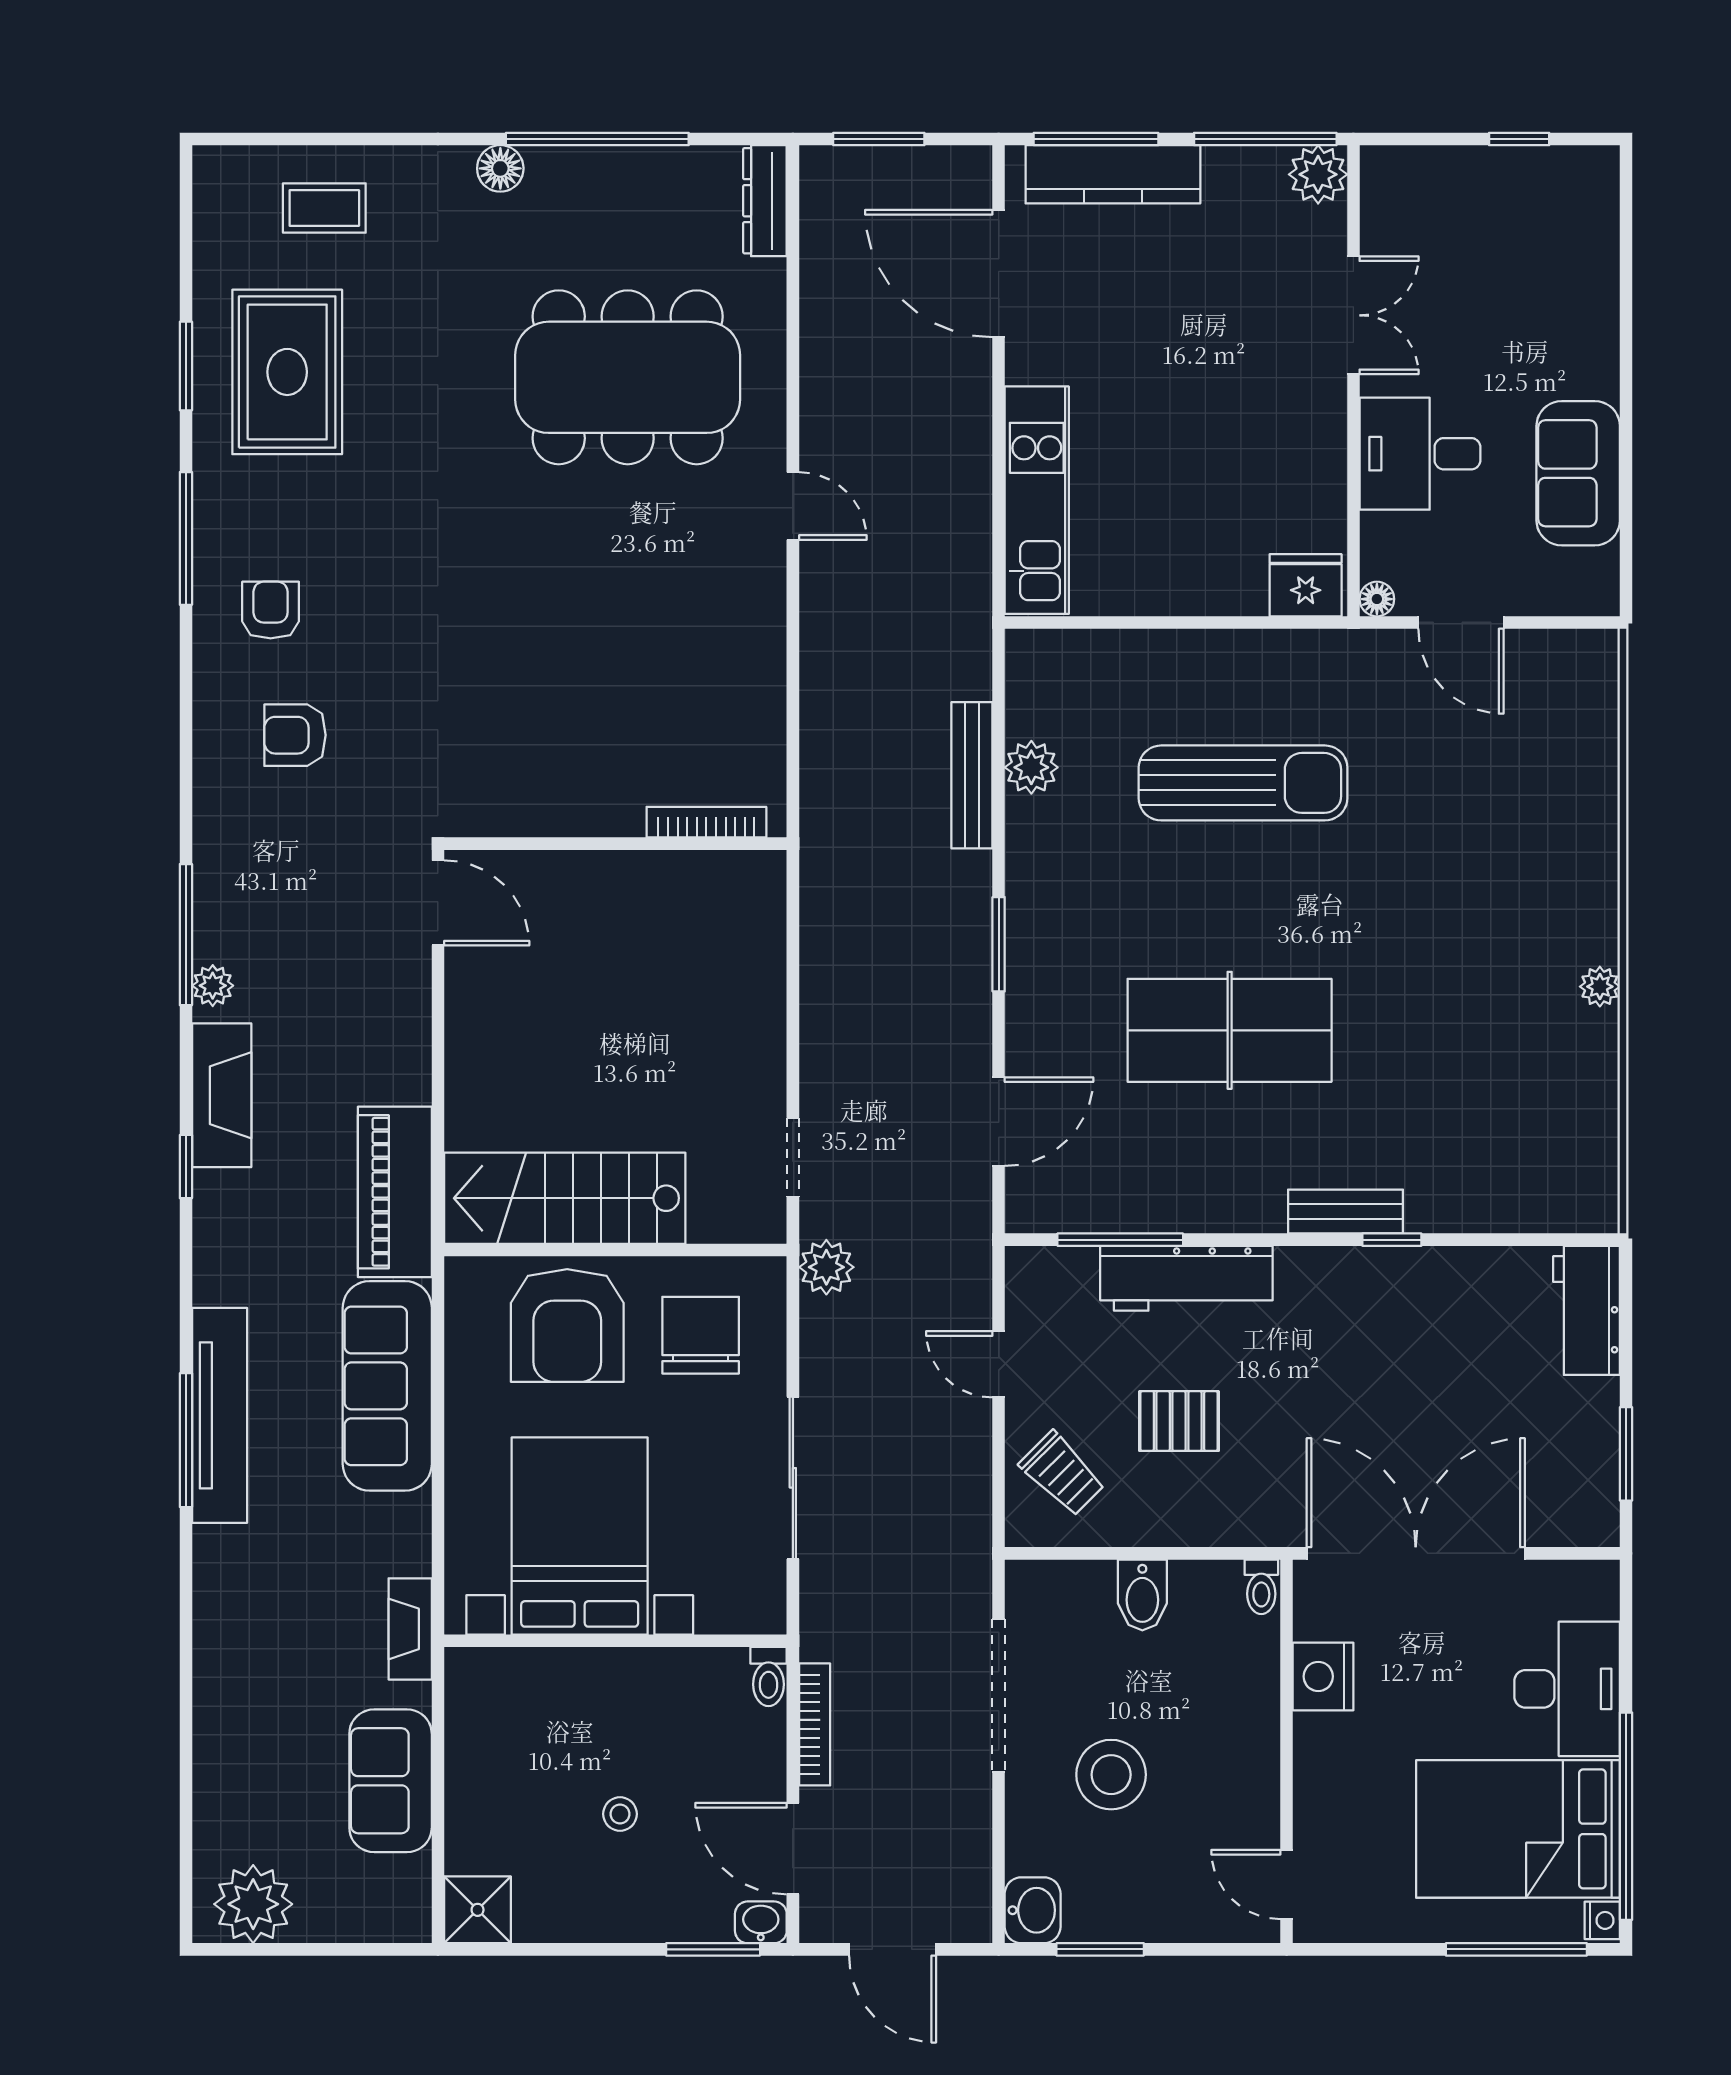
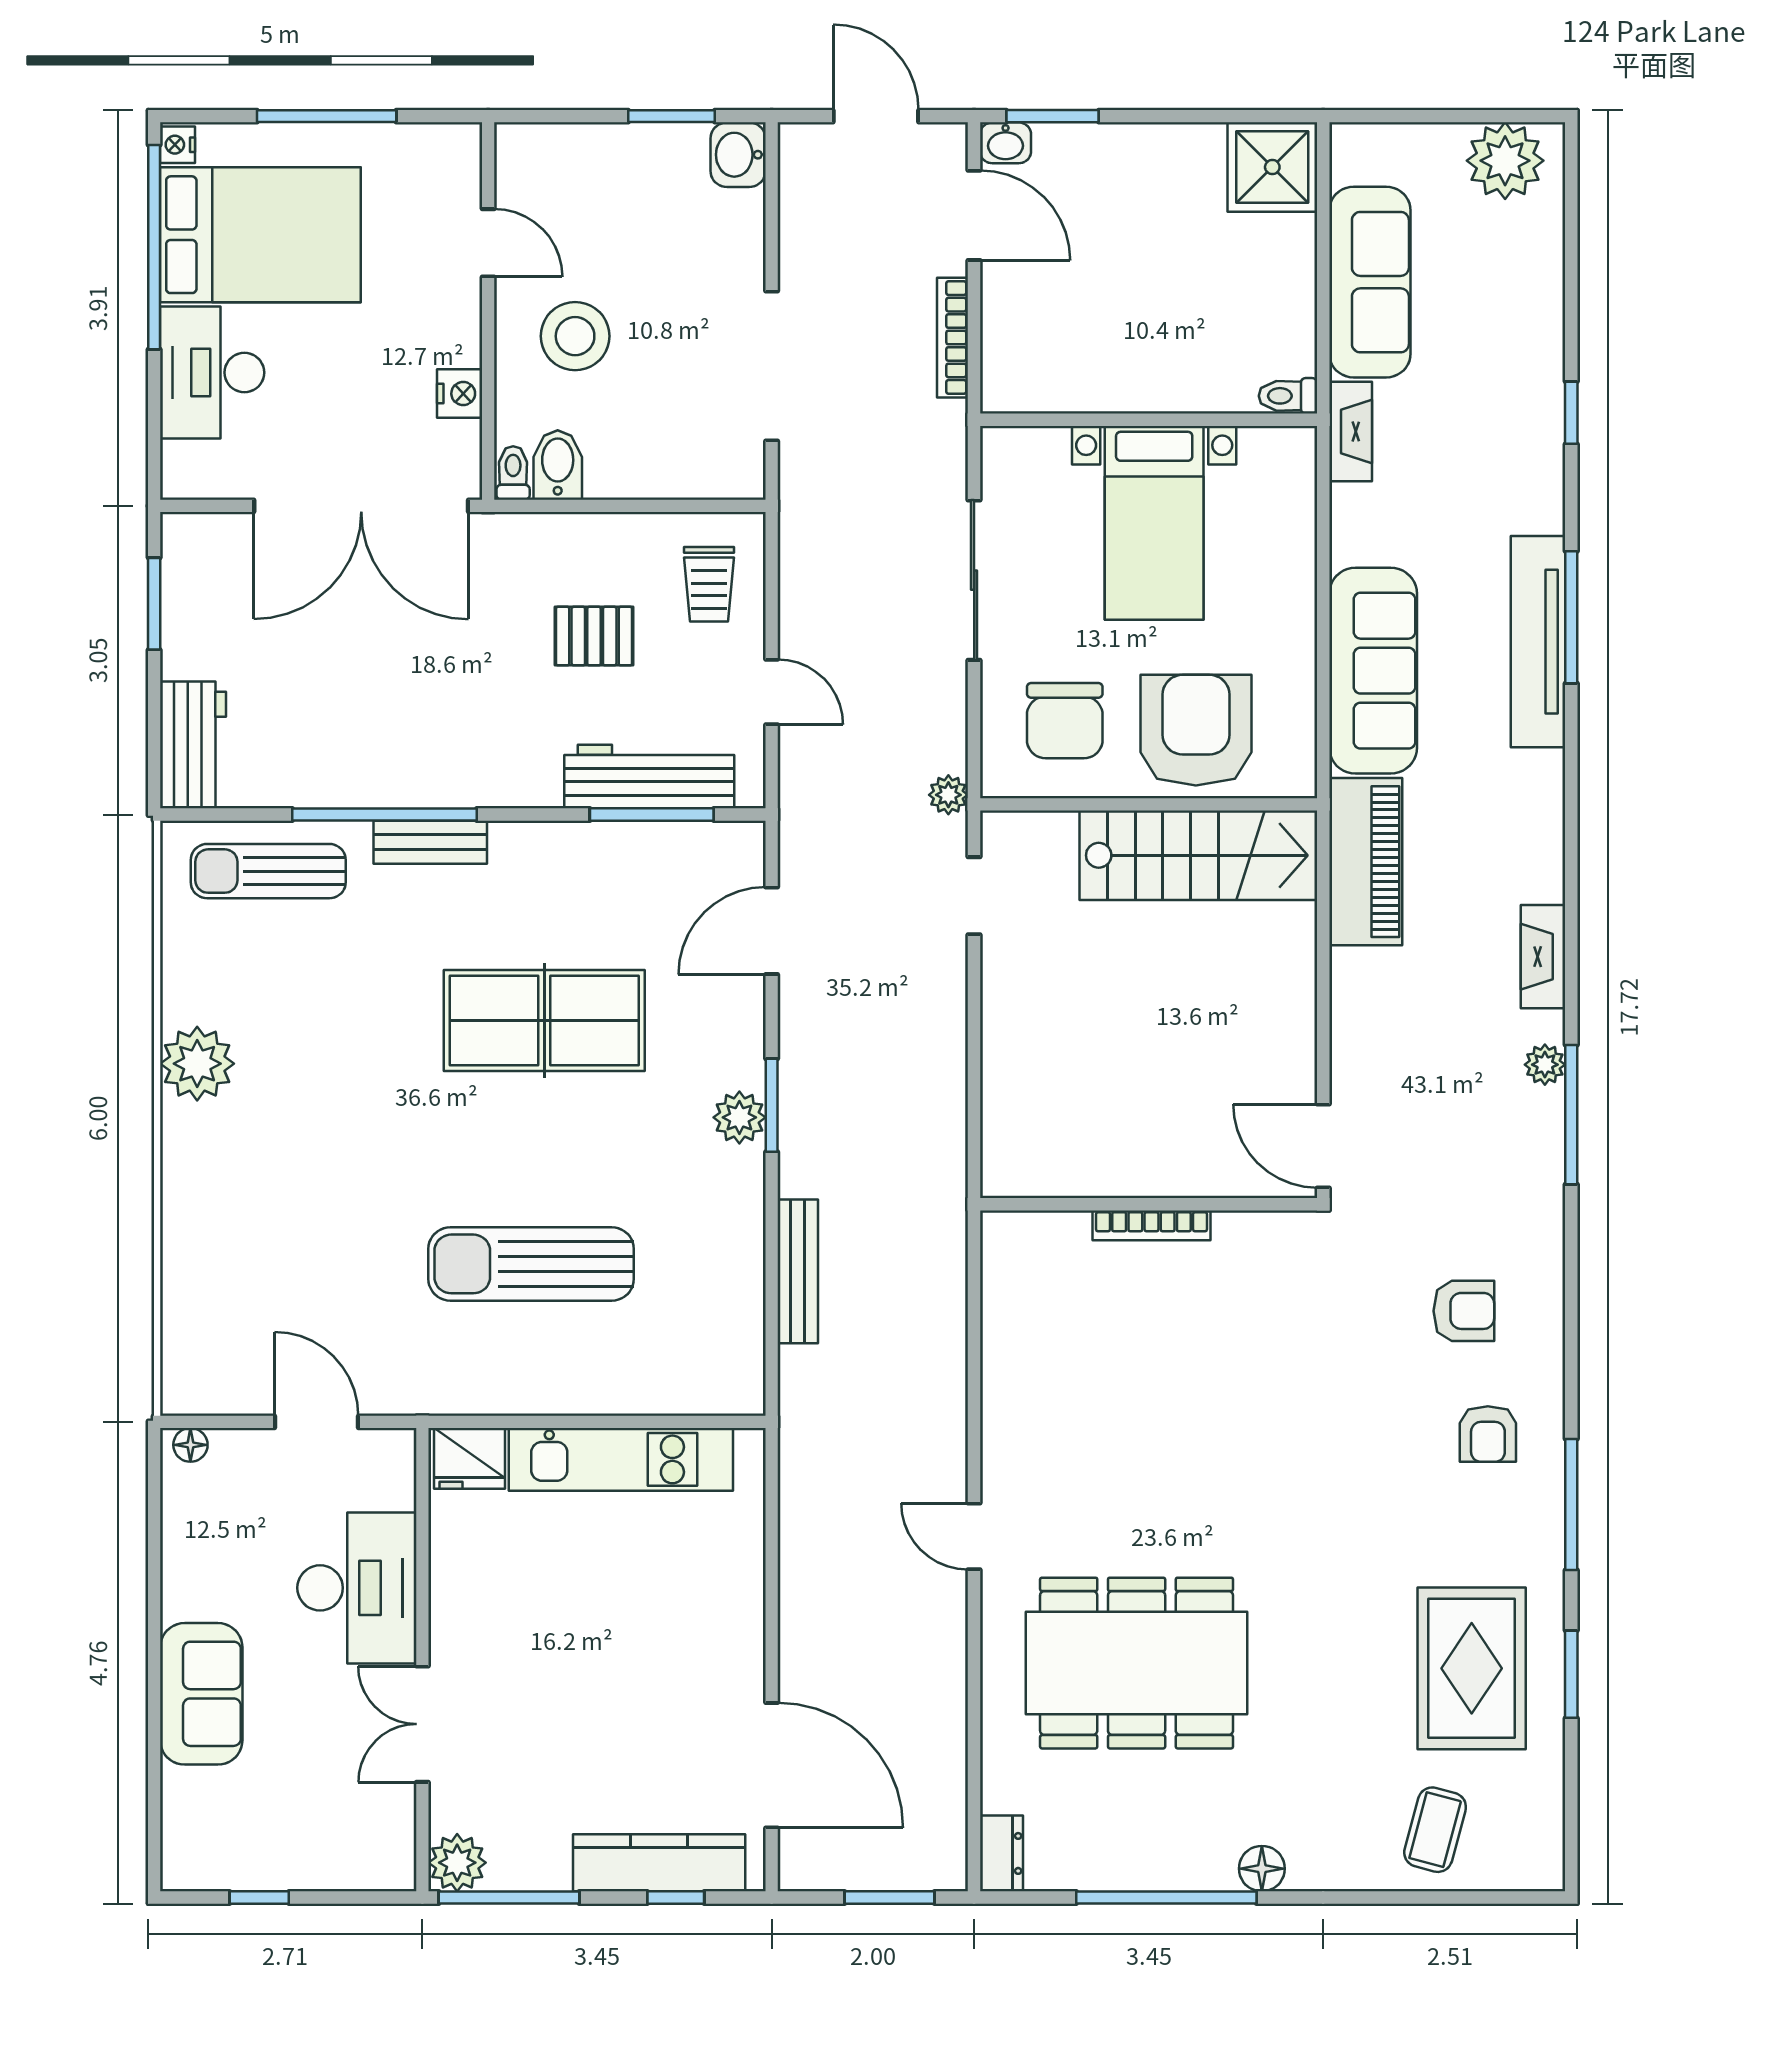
window: (1096, 139) -> (676, 1898), width x0.46
dresser: (765, 201) -> (1001, 1853), width x0.70
coffee table: (324, 208) -> (1435, 1830), turned -75
desk: (1420, 454) -> (357, 1588), width x1.37
sofa: (1578, 473) -> (201, 1694), moved
kitchen unit: (1037, 500) -> (621, 1459), moved, turned -90
floor lamp: (1377, 599) -> (190, 1445), moved
plant: (1031, 767) -> (739, 1117), moved
bookcase: (706, 822) -> (1151, 1225), moved
plant: (1600, 987) -> (197, 1064), width x1.88, depth x1.88
fireplace: (222, 1095) -> (1543, 957), width x0.73, depth x0.76
window: (186, 1167) -> (1571, 413), moved
sun lounger: (1510, 1182) -> (268, 871), added
window: (1392, 1240) -> (385, 815), width x3.17
plant: (826, 1267) -> (948, 795), width x0.73, depth x0.73
workbench: (1186, 1278) -> (649, 777), moved
trolley: (1062, 1474) -> (709, 584), turned -135
bed with nightstands: (580, 1536) -> (1154, 523), width x0.73
bidet: (1142, 1595) -> (558, 465), moved
nightstand: (1323, 1676) -> (460, 394), width x0.74, depth x0.75
toilet: (768, 1677) -> (1288, 396), moved, turned -90
stool: (1111, 1775) -> (575, 336), moved
sofa: (391, 1781) -> (1370, 282), width x1.36
stool: (620, 1814) -> (1144, 249), removed
door: (1287, 1885) -> (488, 243), moved
shower: (478, 1910) -> (1272, 167), width x1.36, depth x1.36
window: (1516, 1949) -> (327, 116), moved

